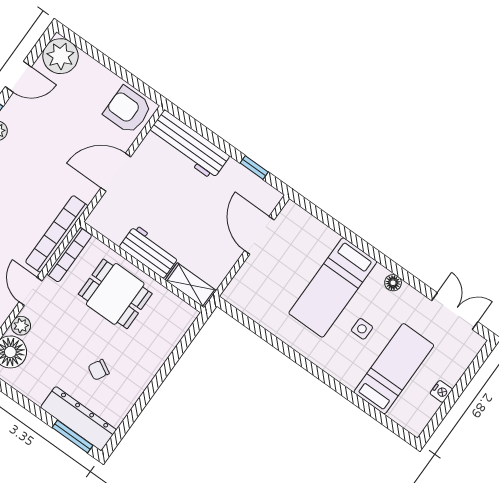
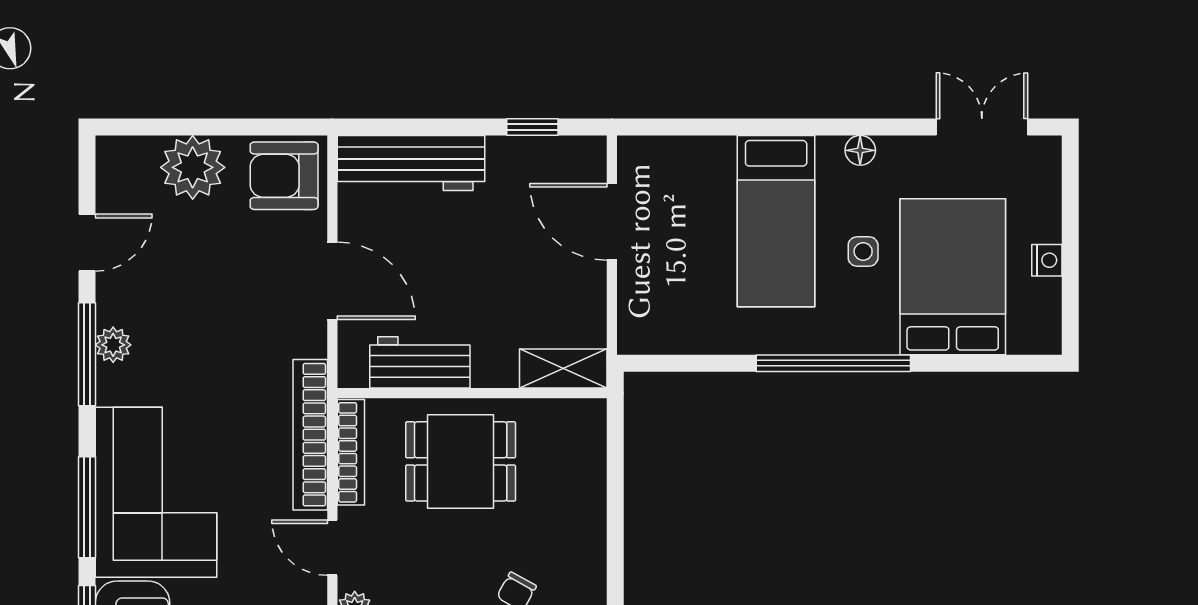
plant: (60, 56) -> (193, 167), moved
door: (116, 172) -> (332, 281), swing flipped
workbench: (149, 251) -> (420, 362), moved
window: (313, 369) -> (833, 363), added
bed: (394, 369) -> (953, 277), width x1.50

